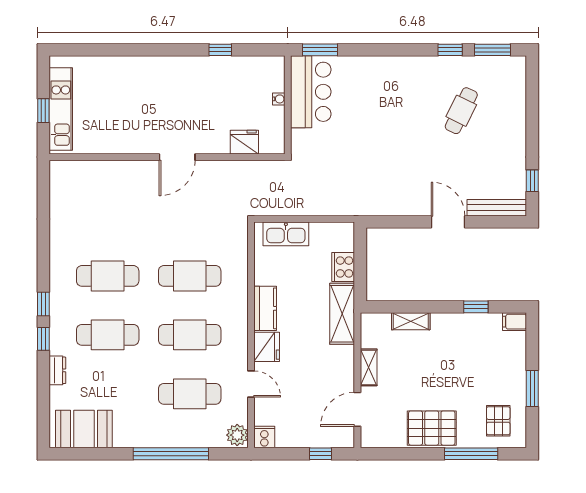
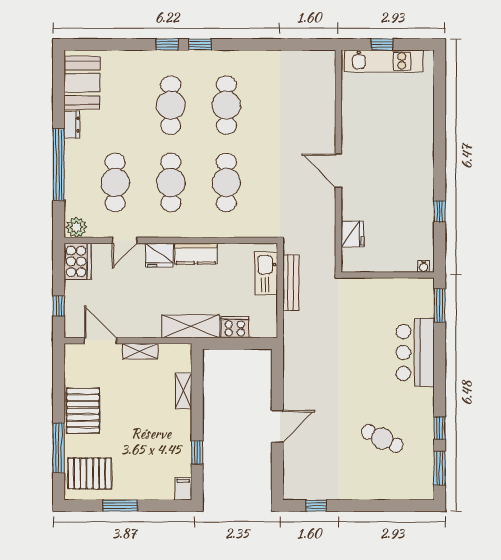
bar counter: (311, 92) -> (415, 353), moved, turned 90
water cooler: (279, 99) -> (424, 266), moved
bench: (497, 208) -> (291, 283), moved
dresser: (57, 370) -> (72, 125), moved, turned -90
pallet: (498, 421) -> (90, 473), width x1.50, depth x1.42
cooker: (264, 437) -> (78, 261), width x1.87, depth x1.31

